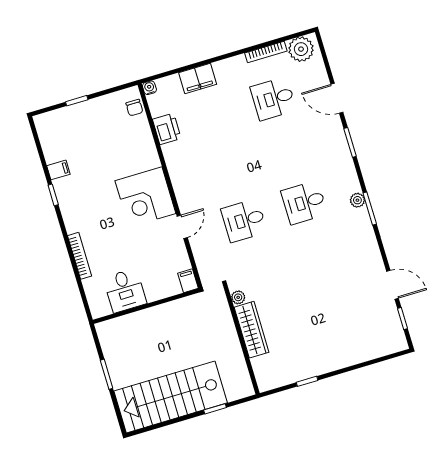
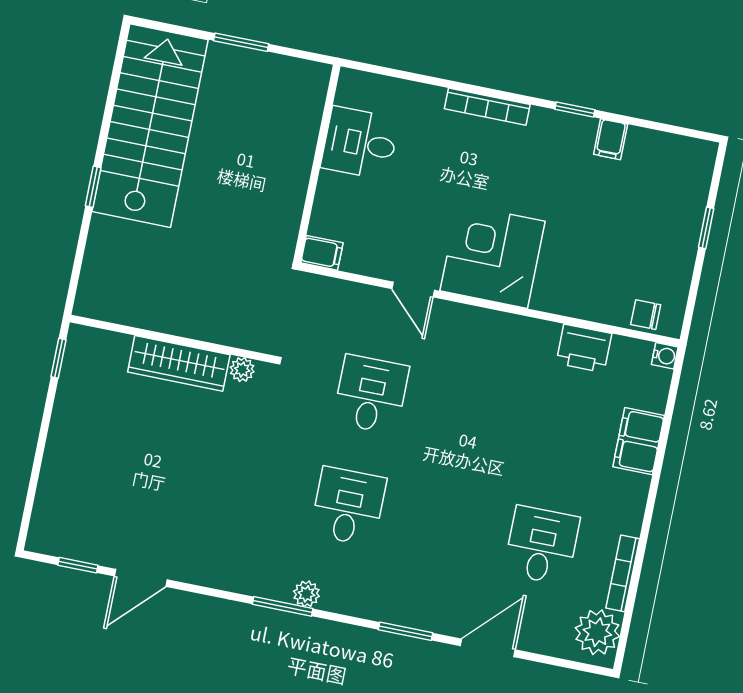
bookcase: (80, 256) -> (487, 107), moved
plant: (238, 297) -> (242, 370), moved
wardrobe: (252, 330) -> (179, 363), moved
wall: (241, 339) -> (172, 339), moved

